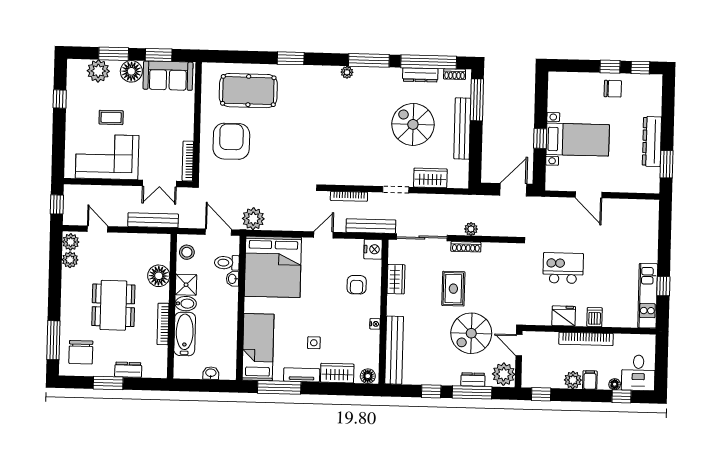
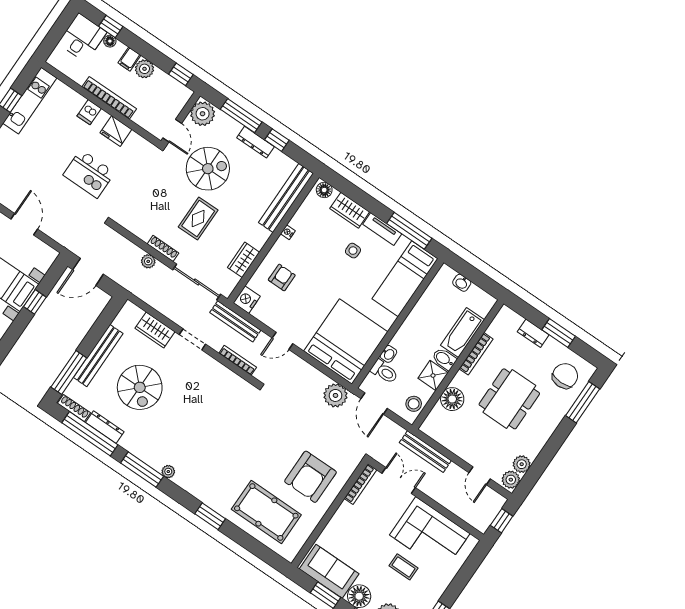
shoe rack: (455, 74) -> (74, 408), width x1.43
dresser: (473, 380) -> (256, 142), moved, width x1.44

